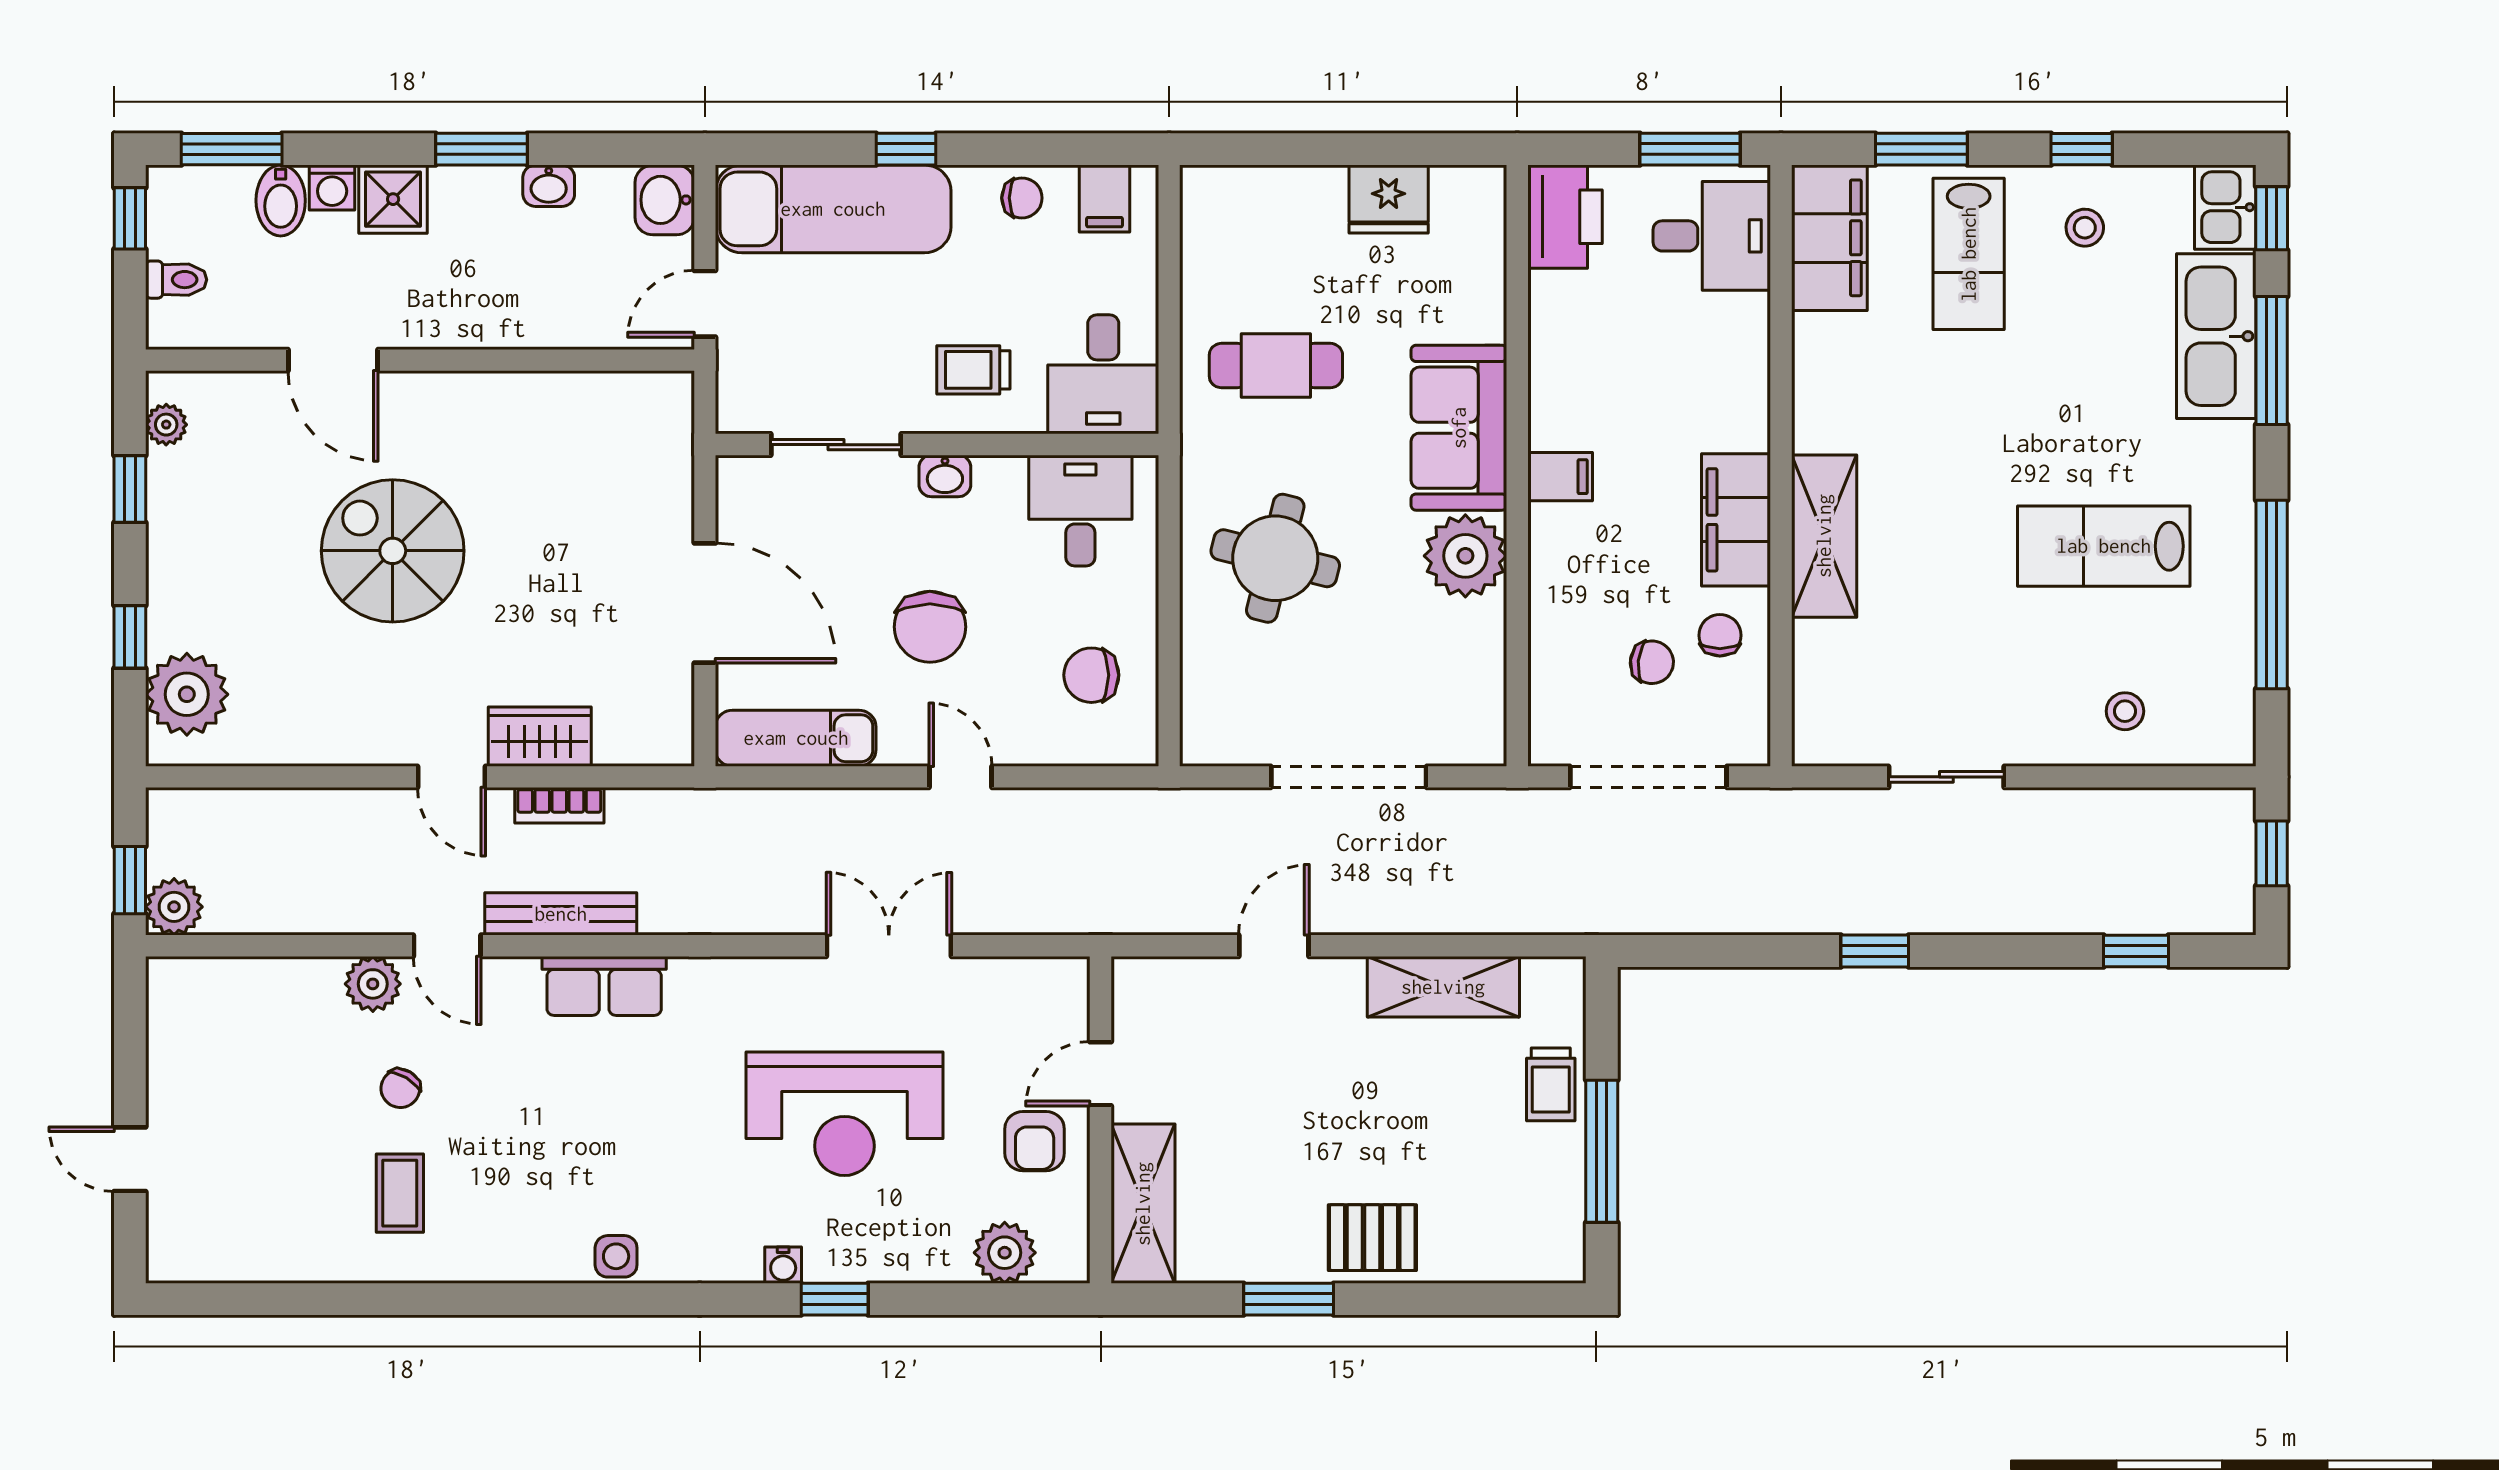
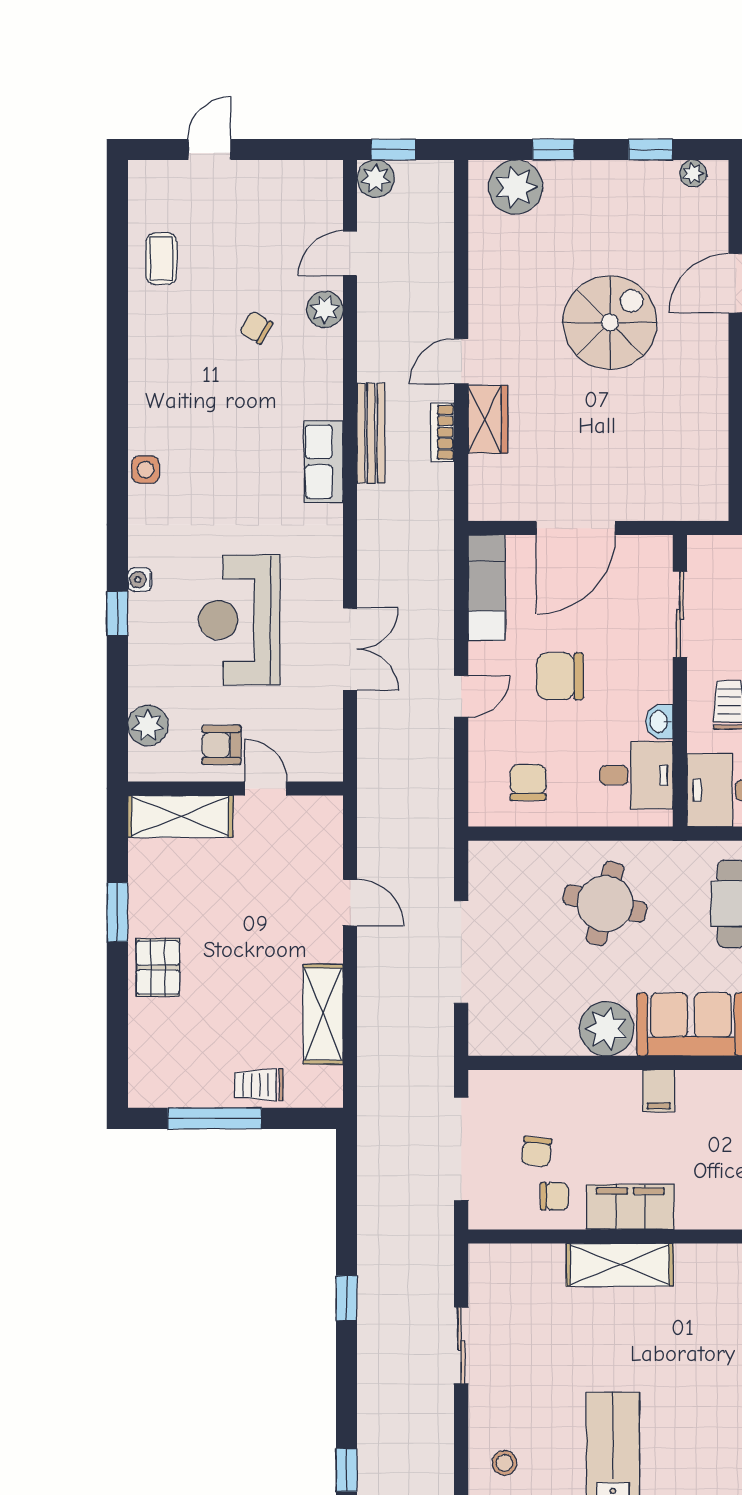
washbasin: (945, 476) -> (659, 722), moved
door: (447, 946) -> (350, 253), moved
coffee table: (400, 1193) -> (161, 259), moved, turned 90

